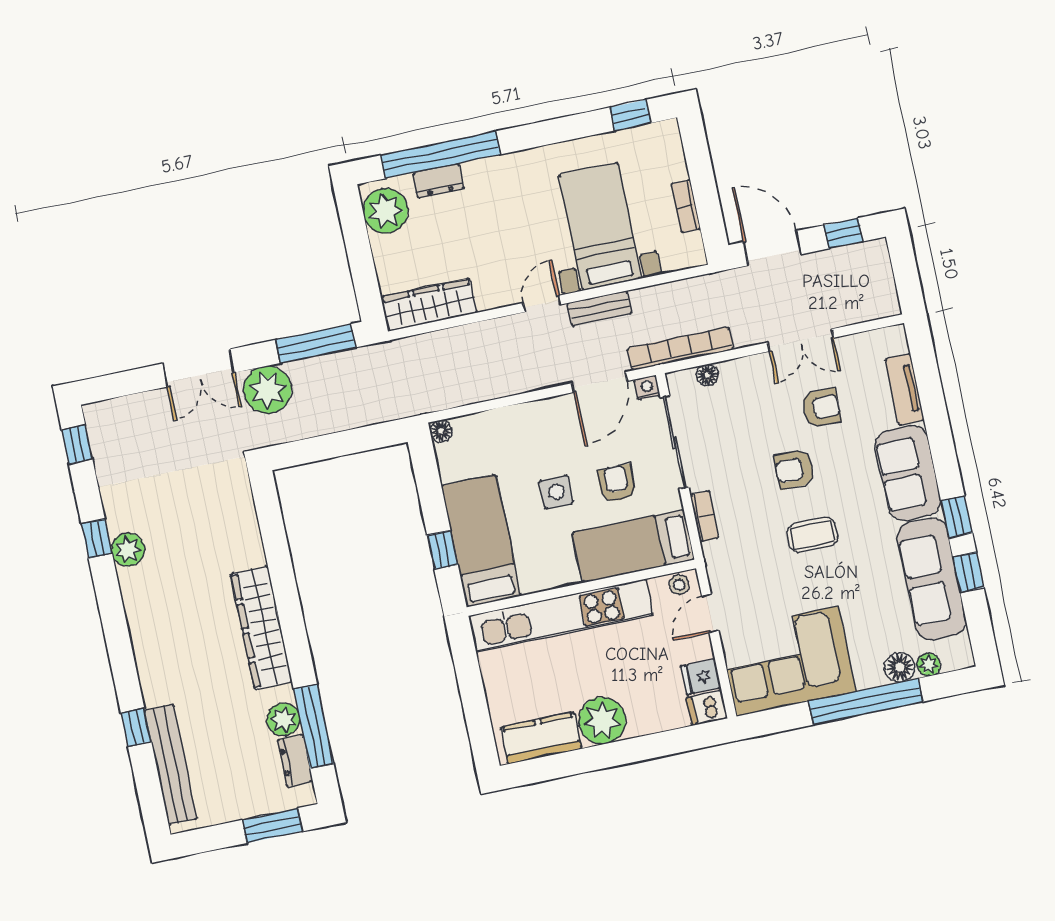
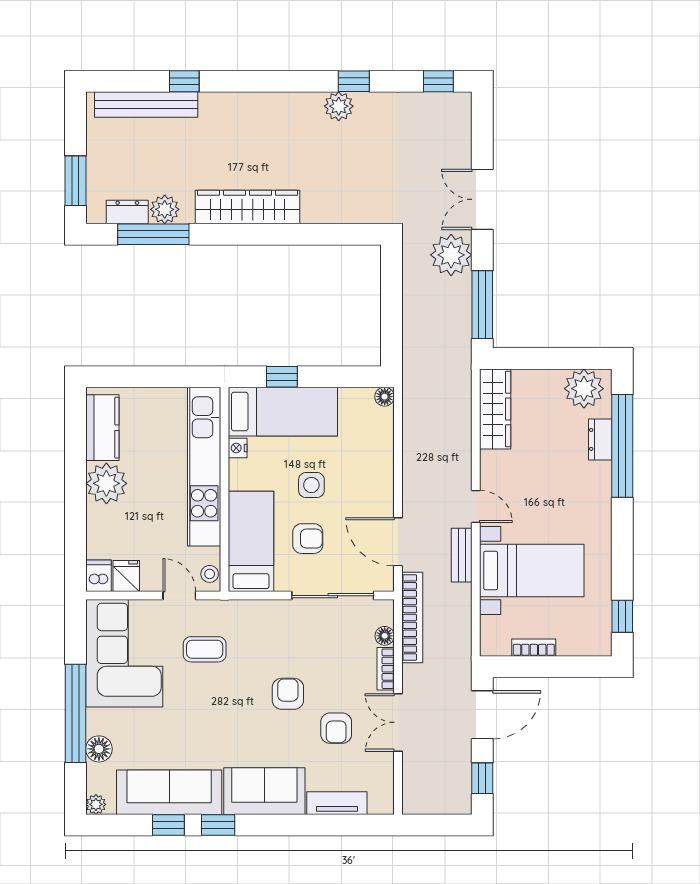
nightstand: (647, 388) -> (238, 448), moved, turned 180
bookcase: (704, 516) -> (386, 669), moved, turned 90
coffee table: (813, 535) -> (205, 649), moved, turned 90
plant: (929, 665) -> (96, 804), moved

